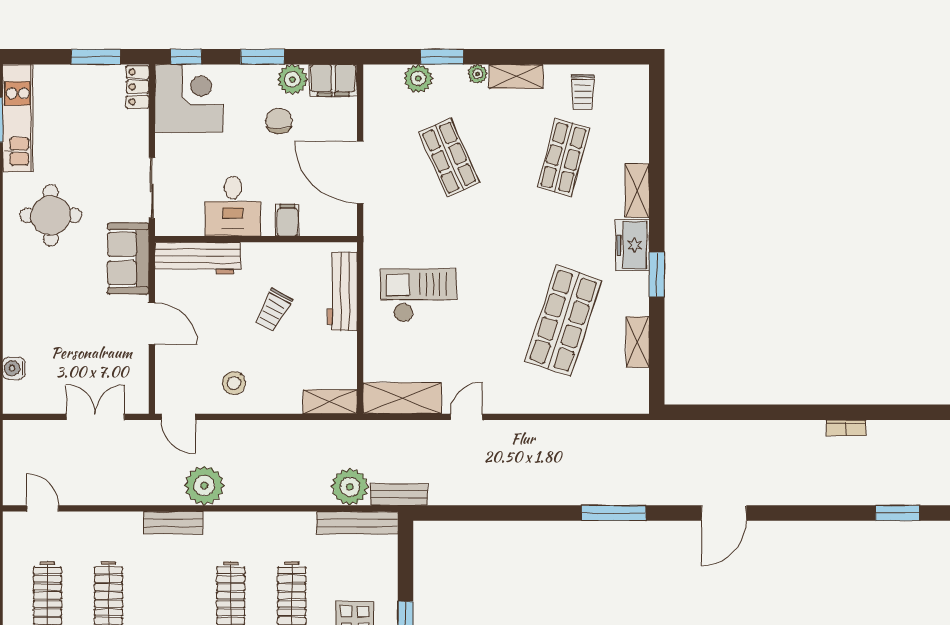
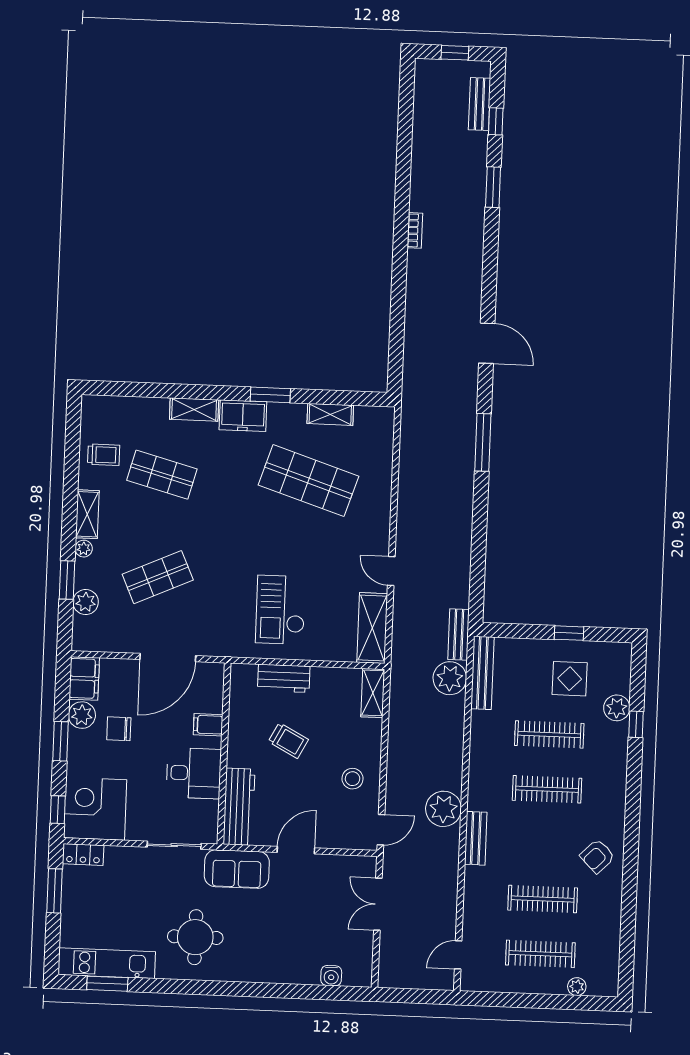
workbench: (342, 291) -> (284, 678), width x0.73

